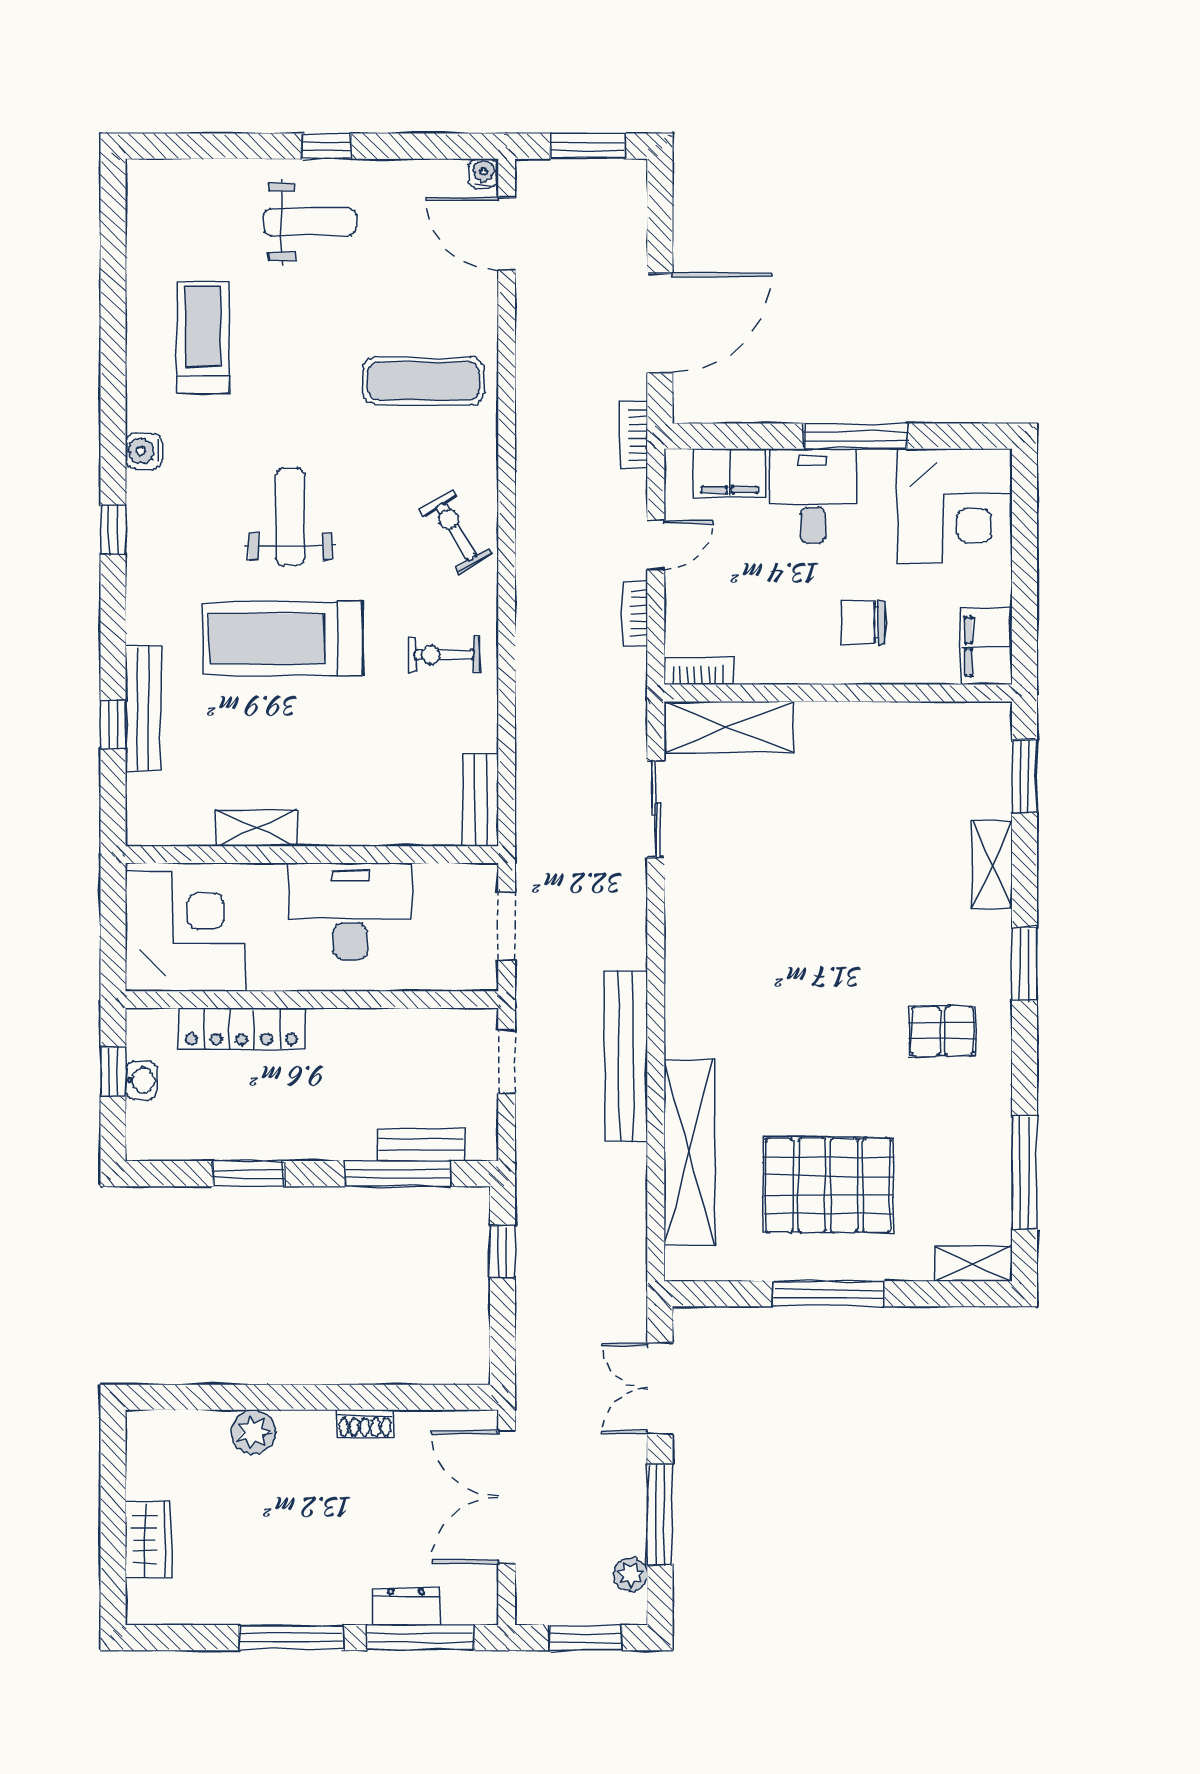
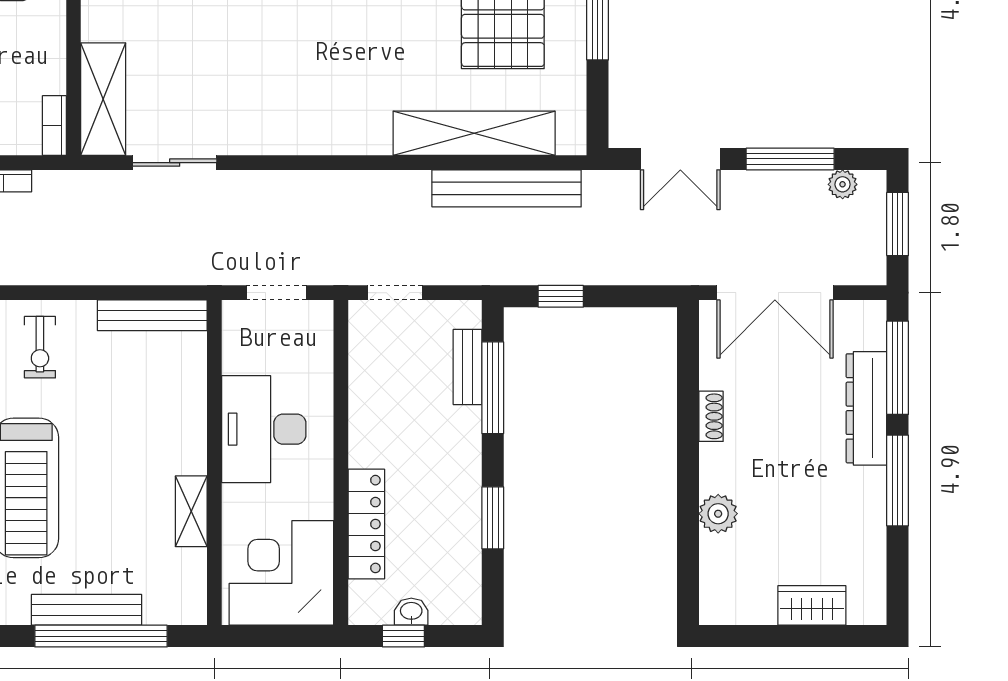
window: (113, 725) -> (101, 636), width x3.17
bench: (481, 800) -> (152, 315), width x1.36
bench: (626, 1056) -> (507, 188), moved
dresser: (406, 1607) -> (866, 408), width x1.96, depth x1.24

